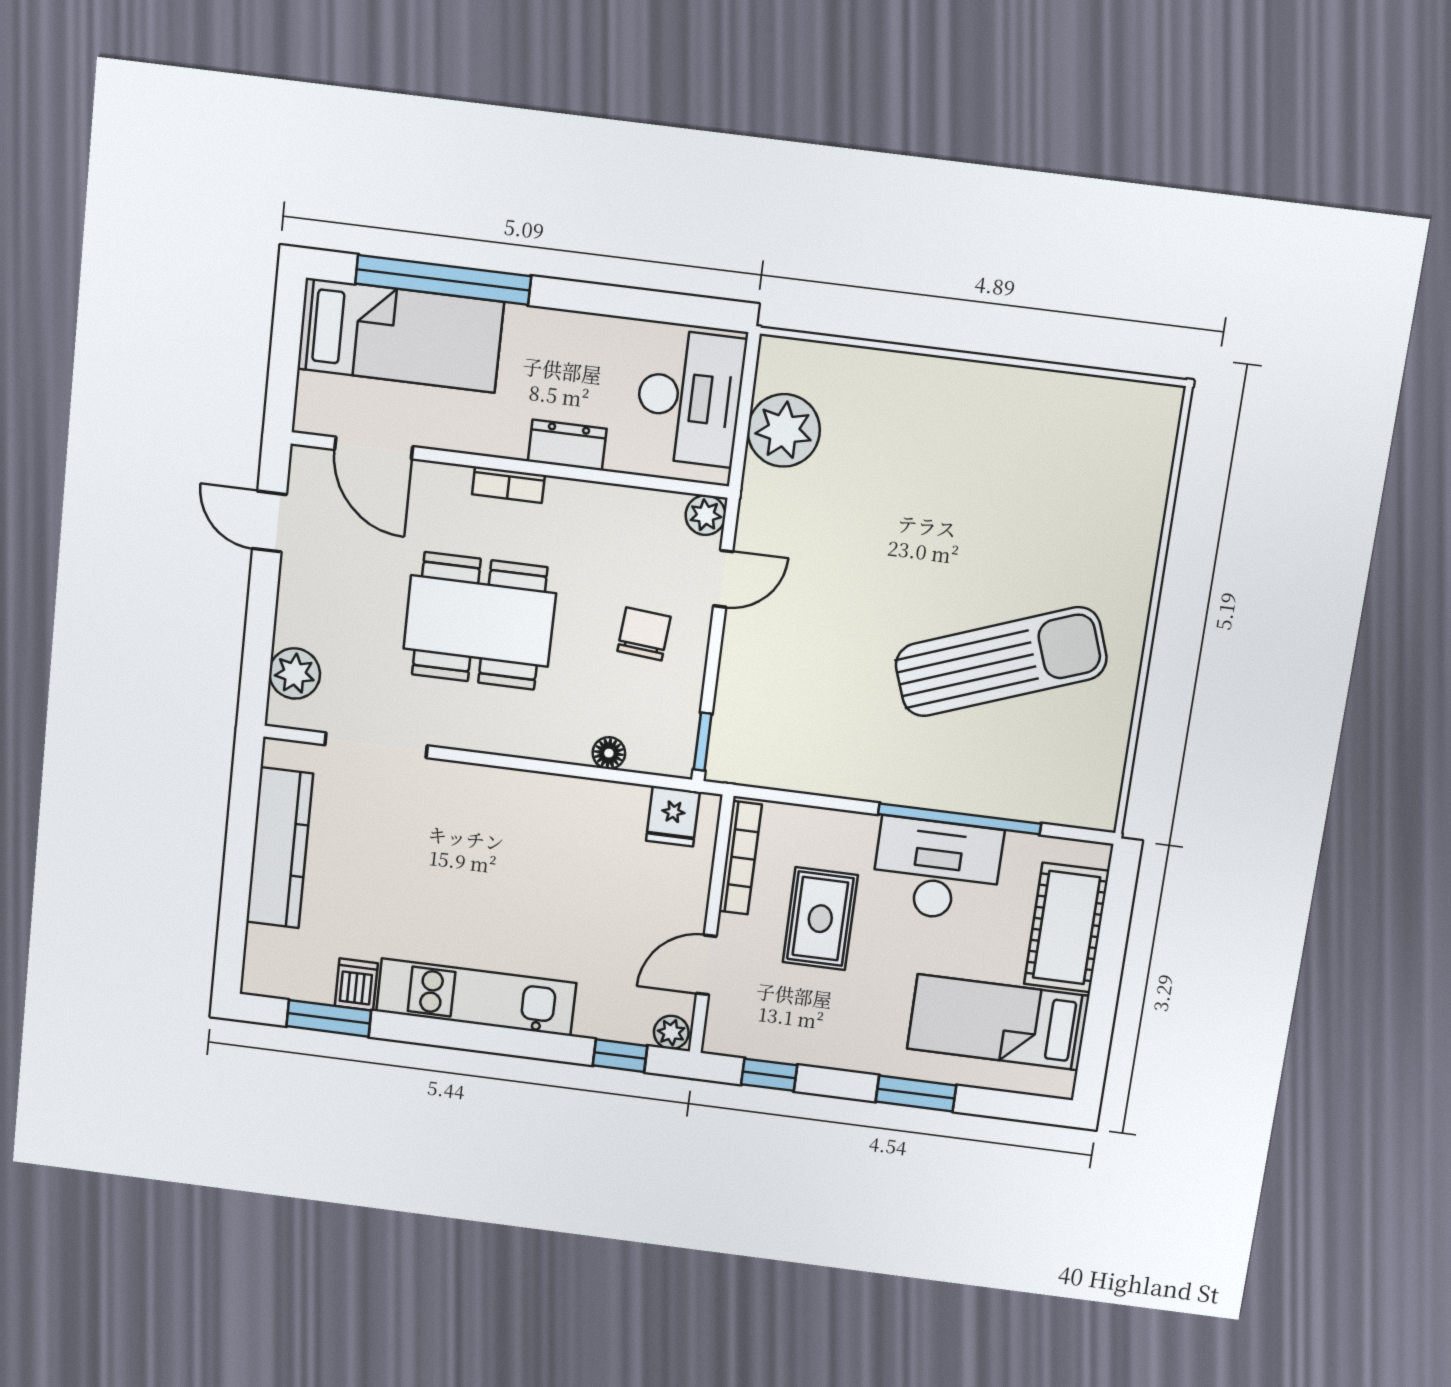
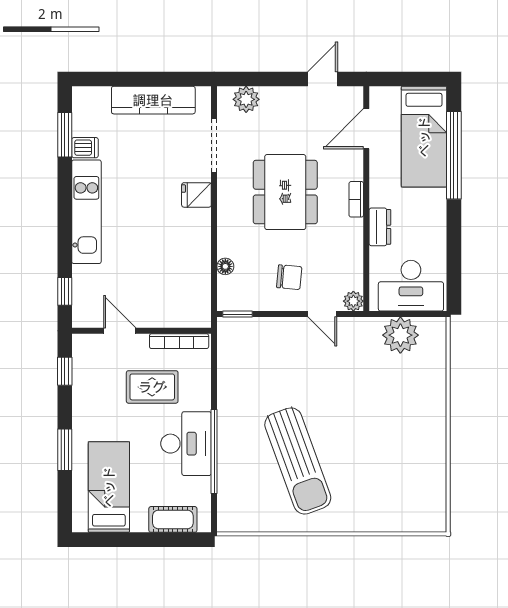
fridge: (673, 816) -> (196, 195), moved
cot: (1067, 928) -> (173, 519), width x0.73, depth x0.75
plant: (671, 1032) -> (81, 317), removed

